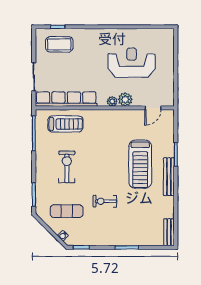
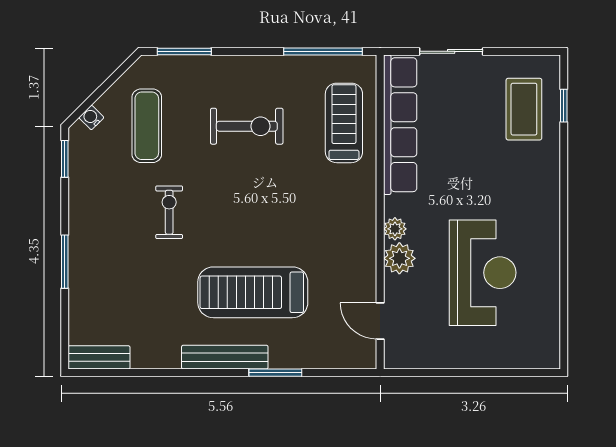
treadmill: (65, 124) -> (344, 123), turned 180

